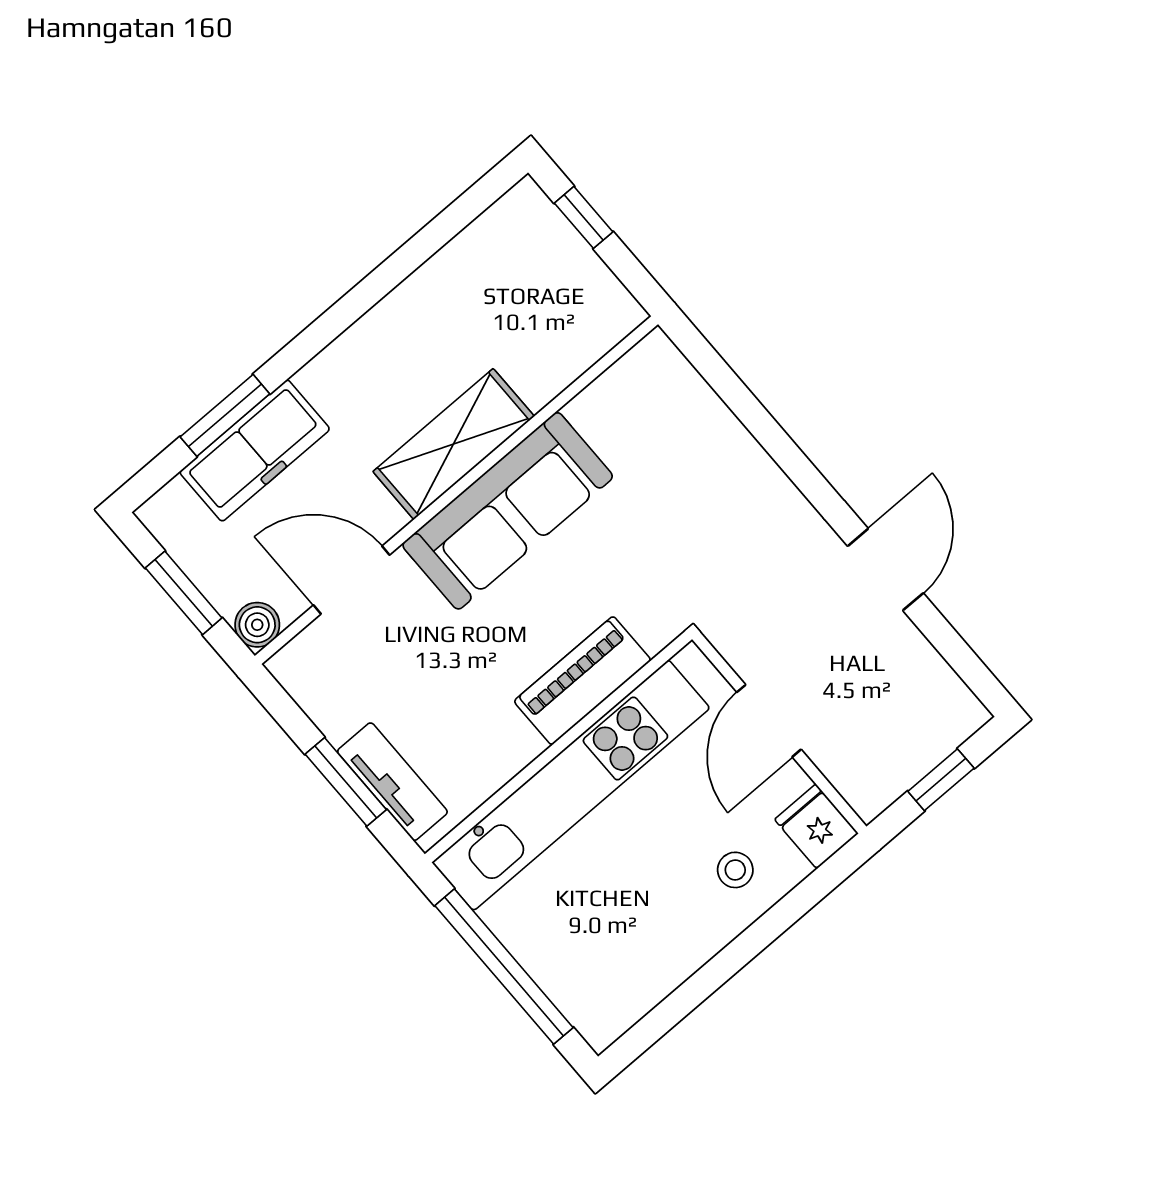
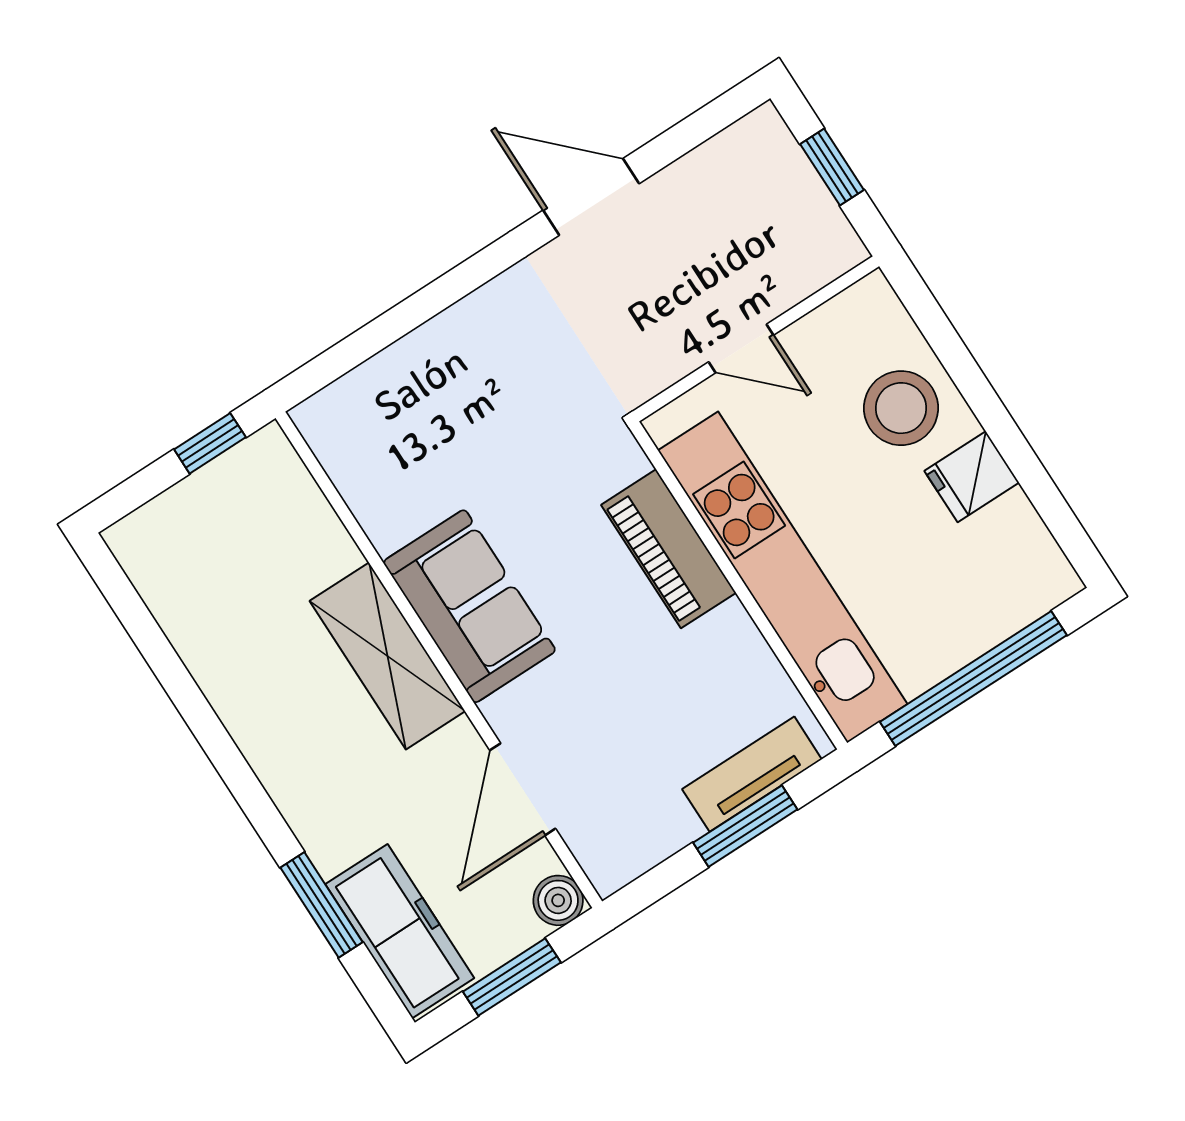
window: (584, 217) -> (210, 443), moved
freezer: (255, 450) -> (400, 931), moved
sofa: (508, 511) -> (469, 606), width x0.73
door: (769, 721) -> (741, 348), width x0.73
fridge: (816, 826) -> (972, 477), moved
stool: (735, 870) -> (901, 408), width x1.89, depth x1.89

